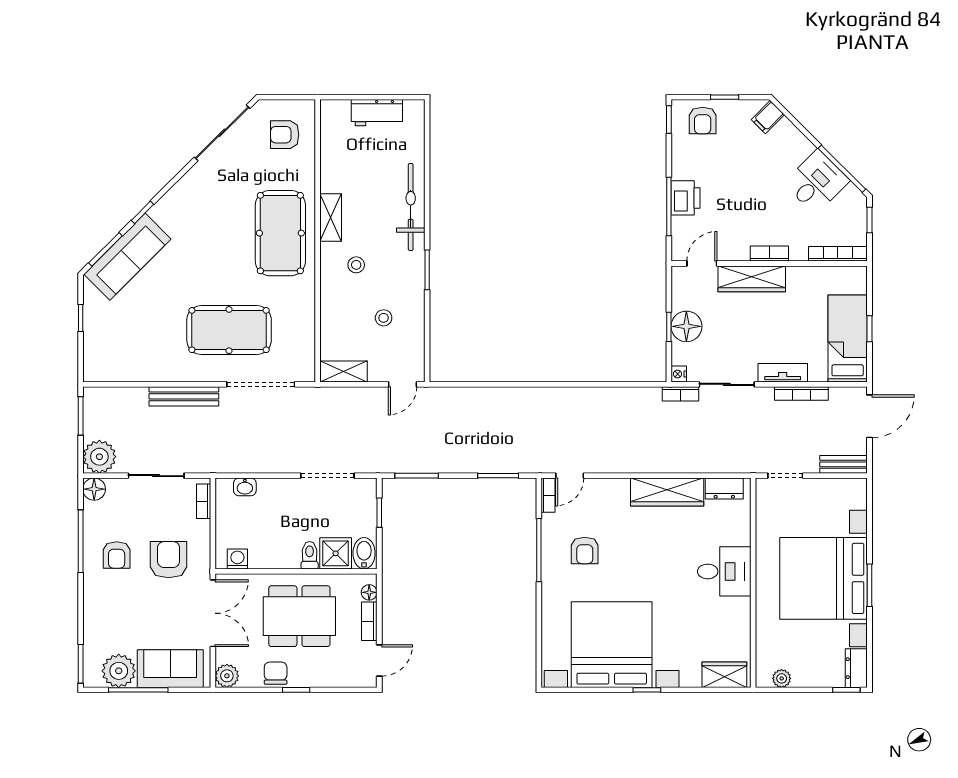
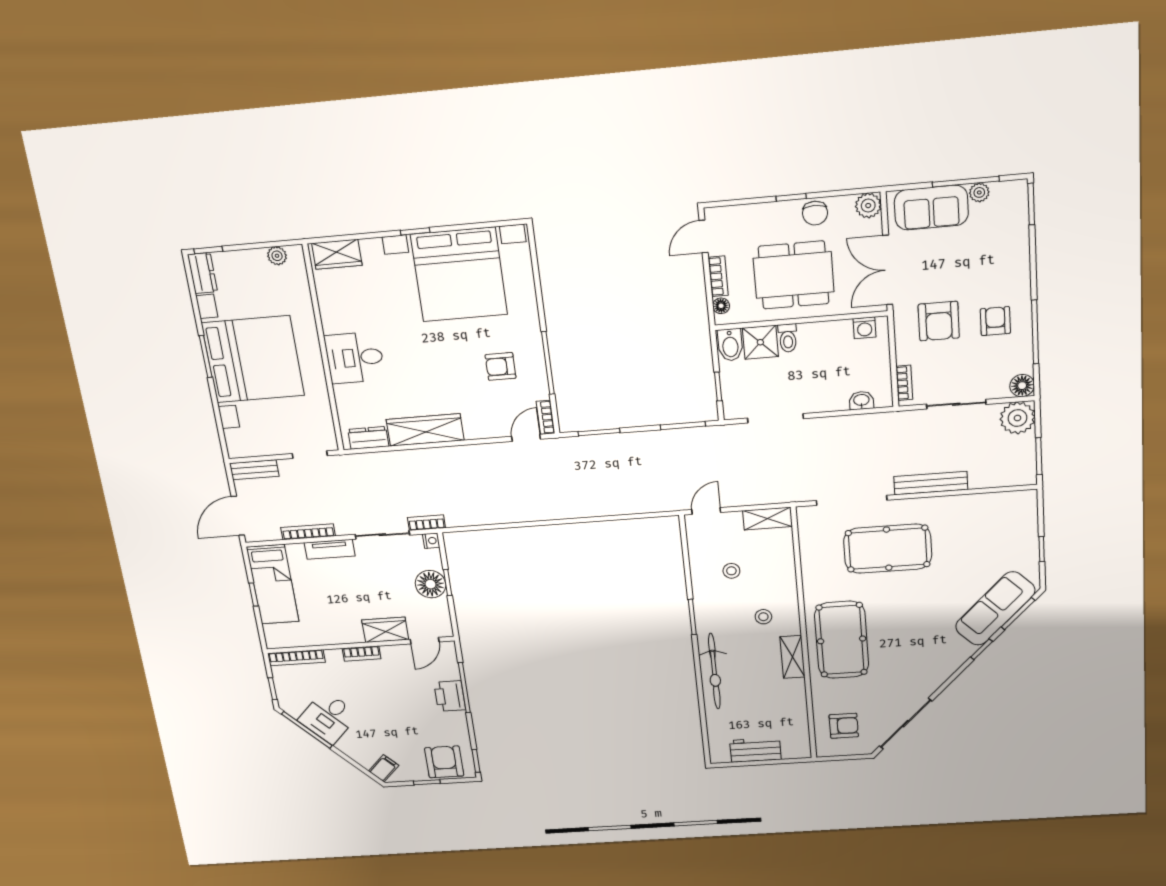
armchair: (703, 120) -> (444, 762), width x1.38, depth x1.38
wardrobe: (752, 279) -> (385, 630), width x0.67
armchair: (585, 550) -> (501, 366), turned -90
plant: (119, 671) -> (979, 192), width x0.53, depth x0.53

